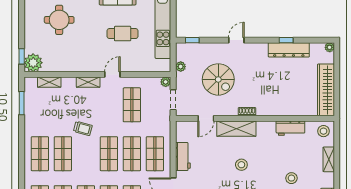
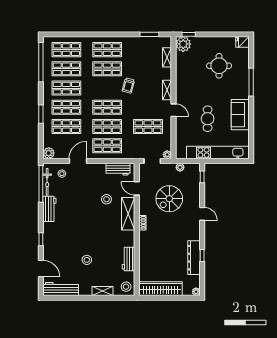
workbench: (183, 157) -> (118, 169), moved
stool: (241, 165) -> (106, 199), moved

